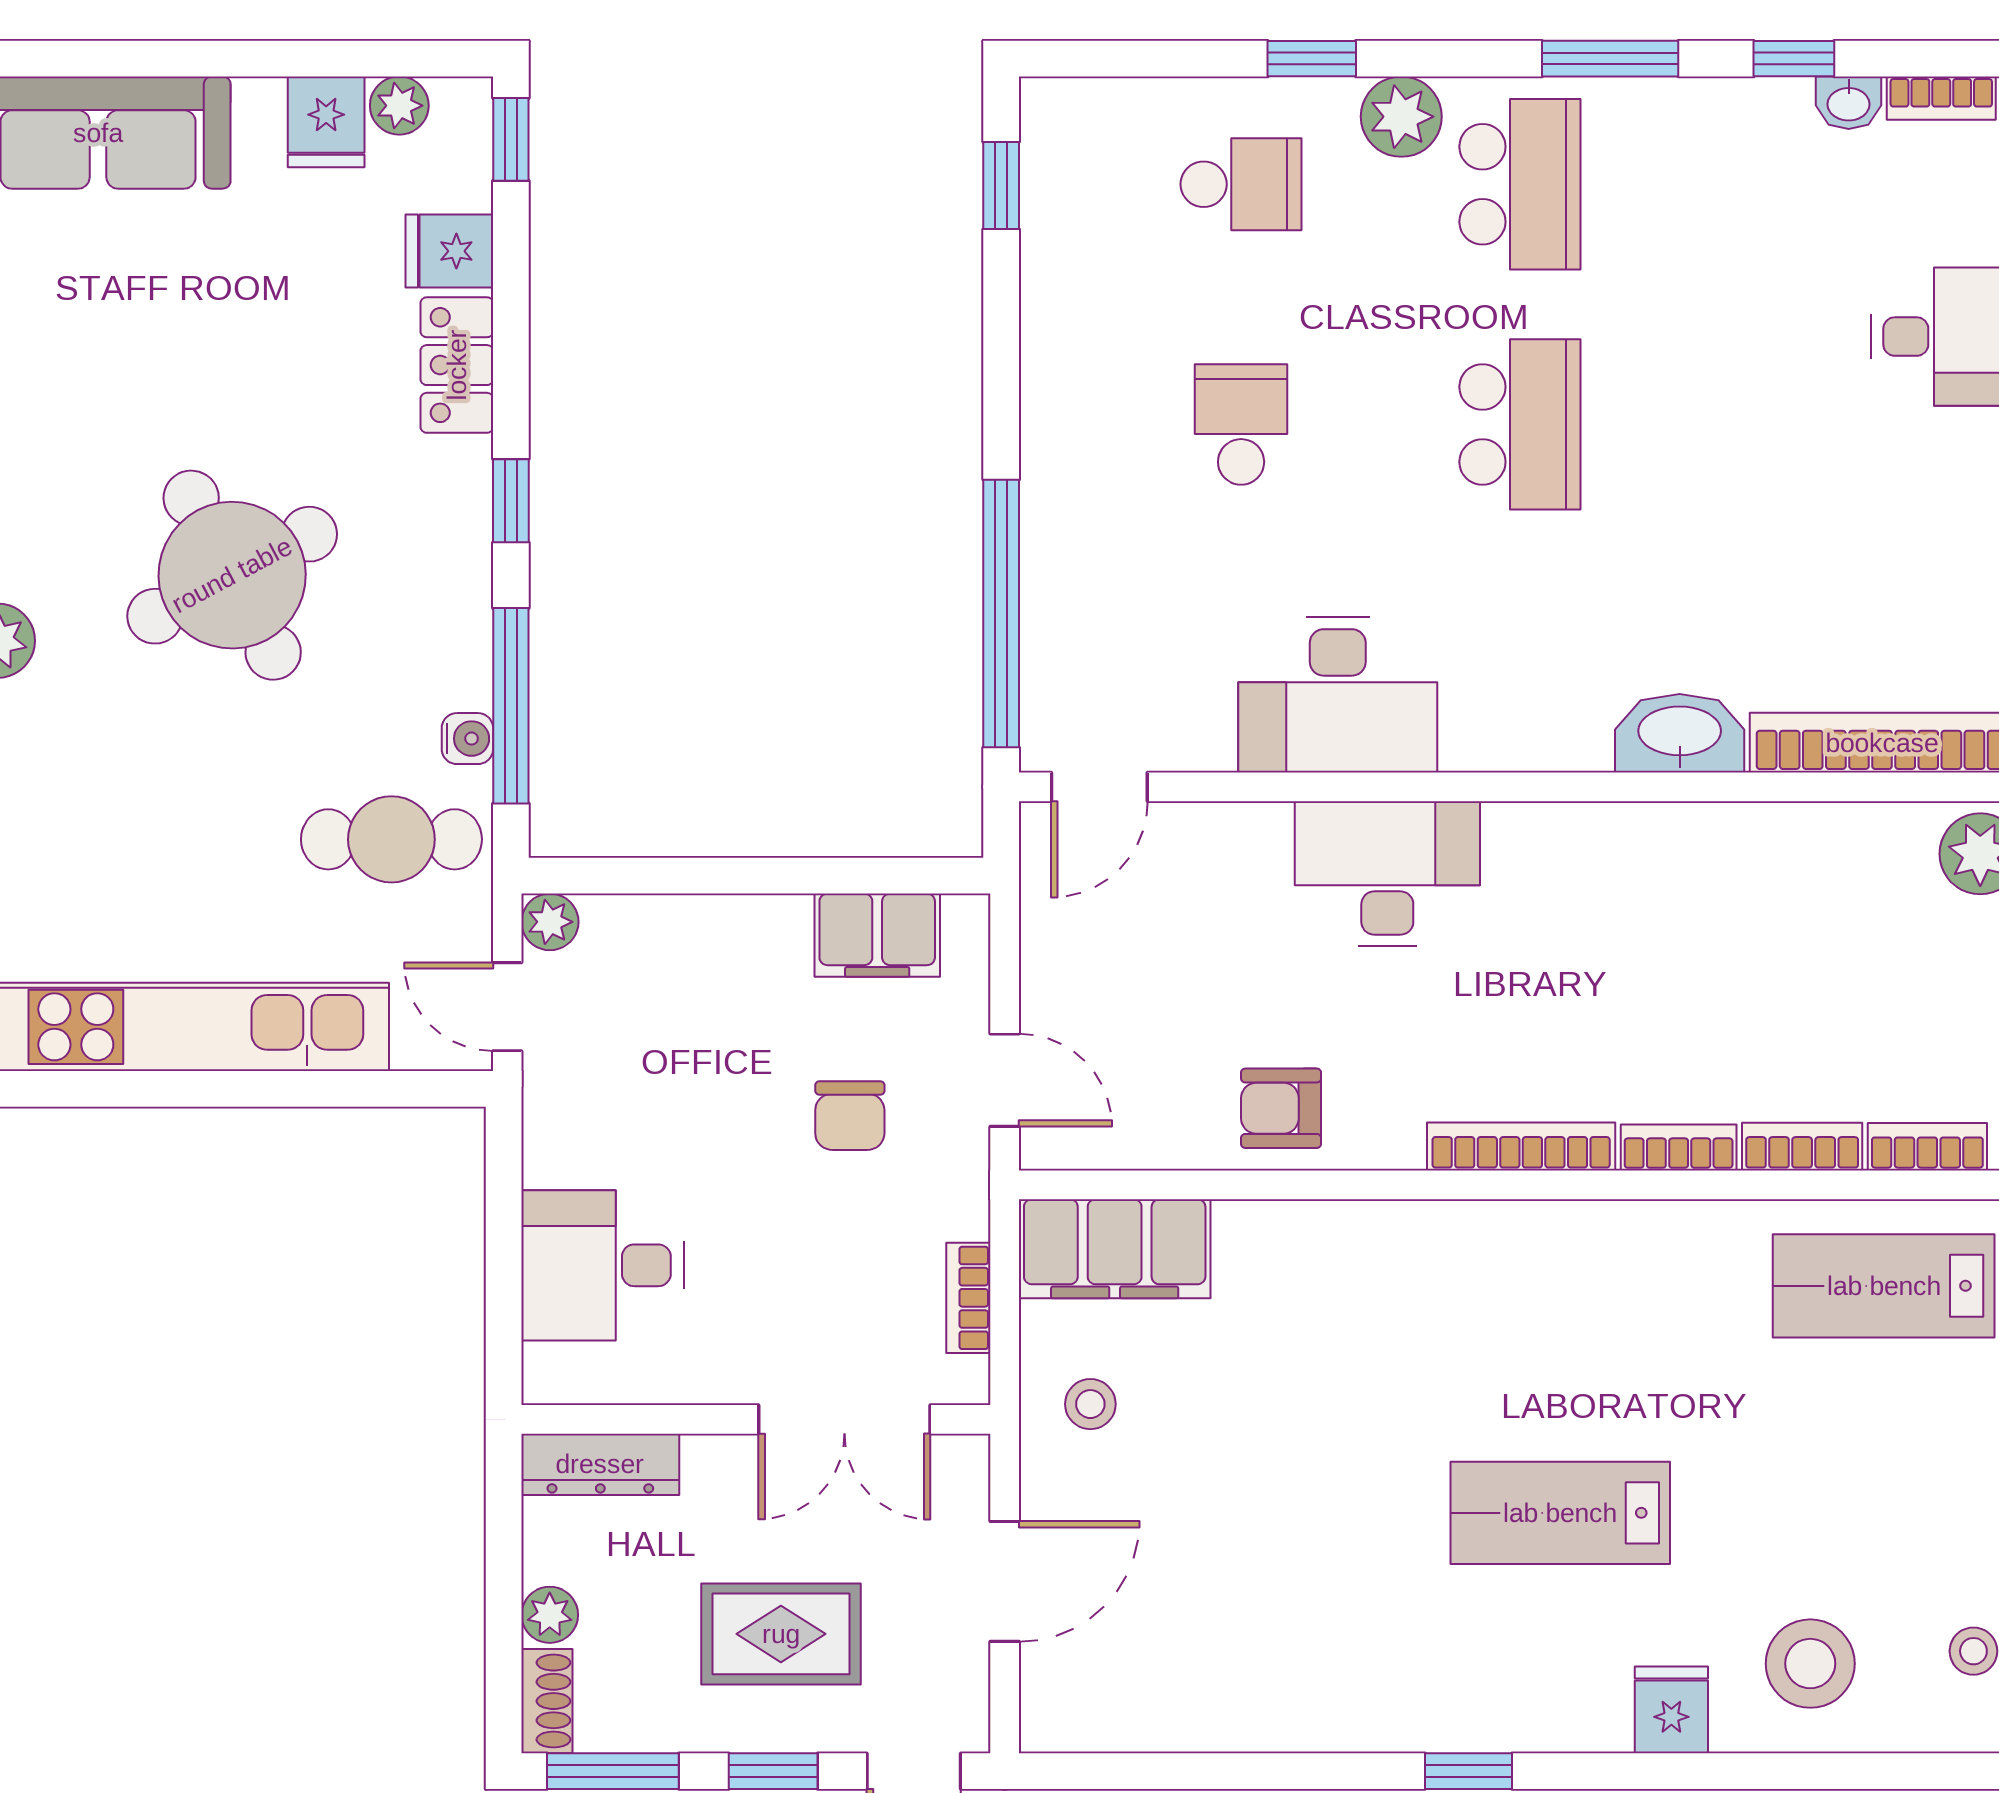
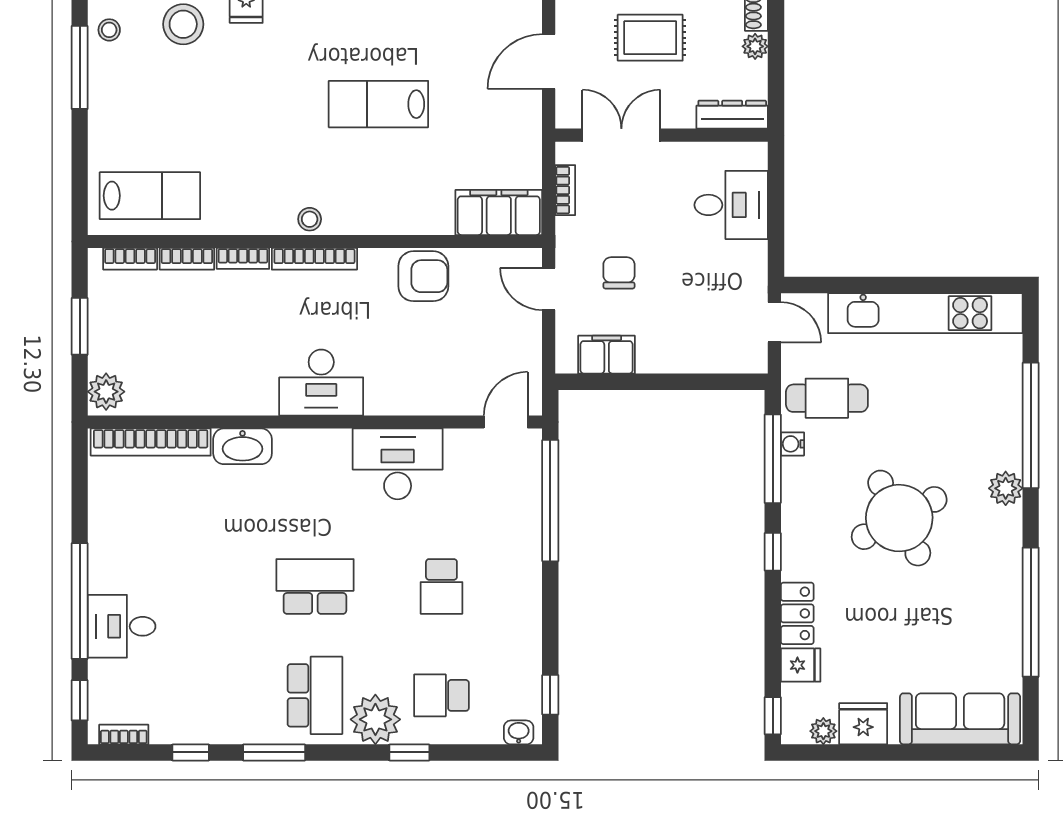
washbasin: (1849, 103) -> (519, 732), moved
plant: (1401, 117) -> (375, 719), width x1.36, depth x1.36
fridge: (326, 122) -> (863, 724), width x1.38
school desk: (1520, 184) -> (315, 695), turned 180
school desk: (1520, 424) -> (315, 586), turned 90
desk: (1387, 874) -> (321, 383), moved
plant: (550, 922) -> (755, 361), removed
armchair: (1281, 1108) -> (423, 276), width x1.38, depth x1.38
stool: (1090, 1404) -> (310, 219), moved
lab bench: (1560, 1513) -> (378, 104), moved, turned 180

